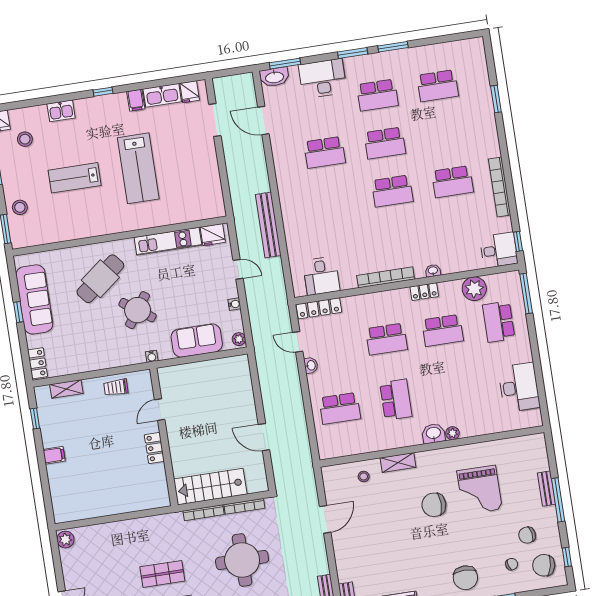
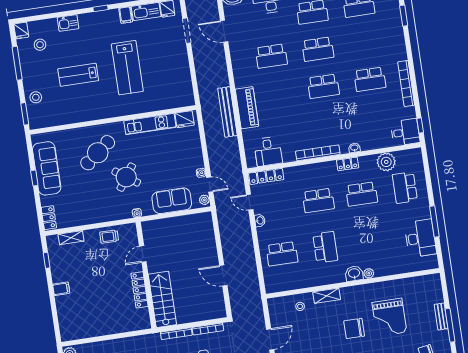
piano: (294, 219) -> (247, 108), added
door: (238, 269) -> (210, 185), moved
window: (526, 294) -> (434, 222), moved
locker: (154, 448) -> (140, 290), width x1.53
stairs: (210, 487) -> (162, 299), moved, turned 90

